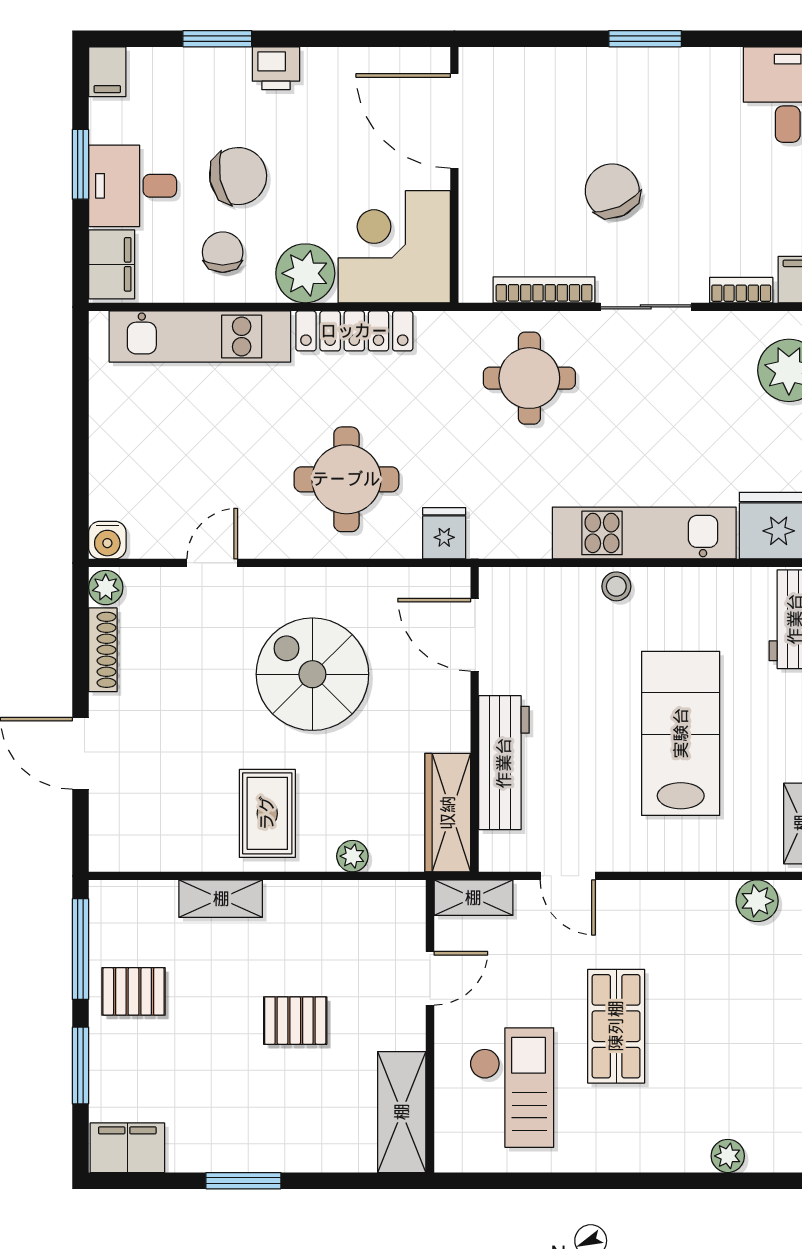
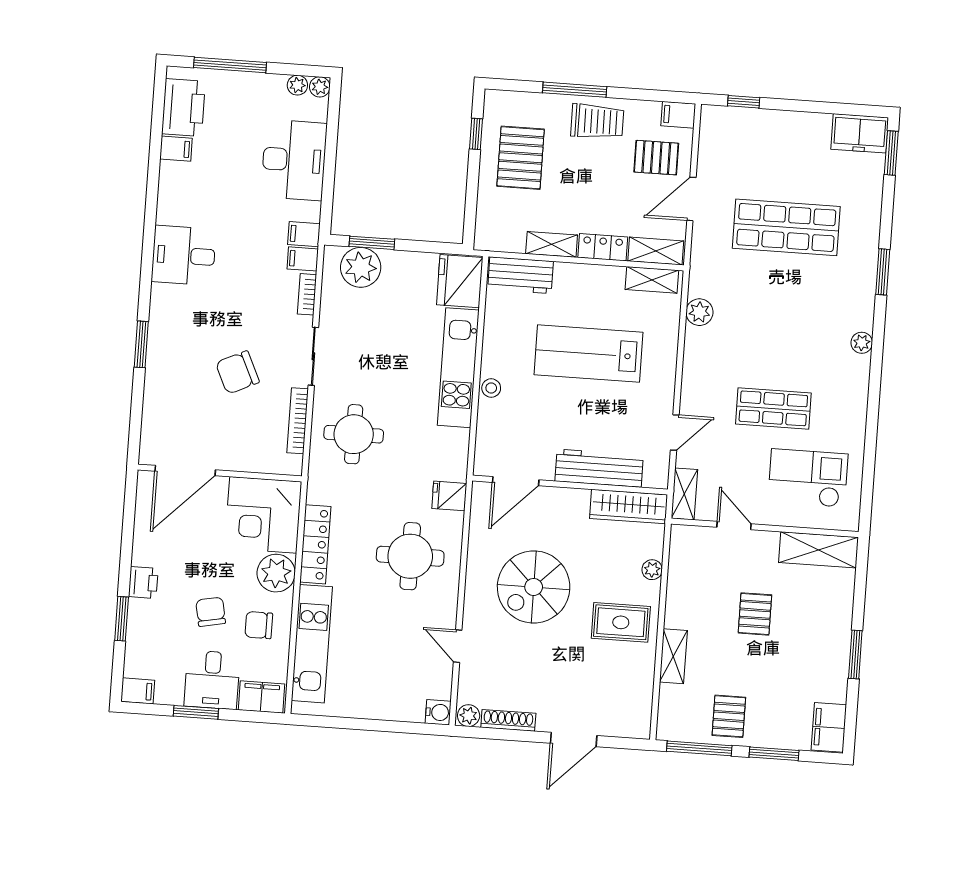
chair: (238, 176) -> (211, 612), width x0.73, depth x0.73

